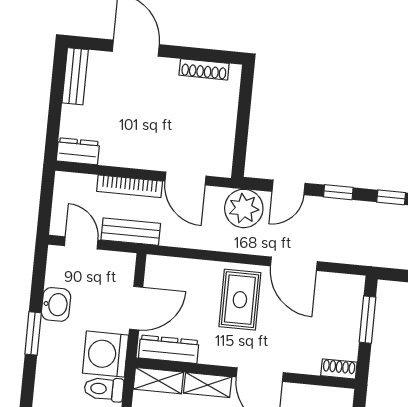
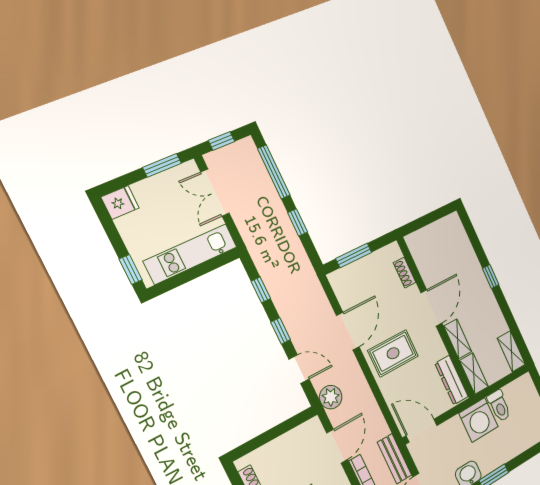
plant: (244, 208) -> (331, 397), width x0.73, depth x0.73
door: (136, 308) -> (422, 431), moved
shoe rack: (339, 369) -> (405, 273), moved

